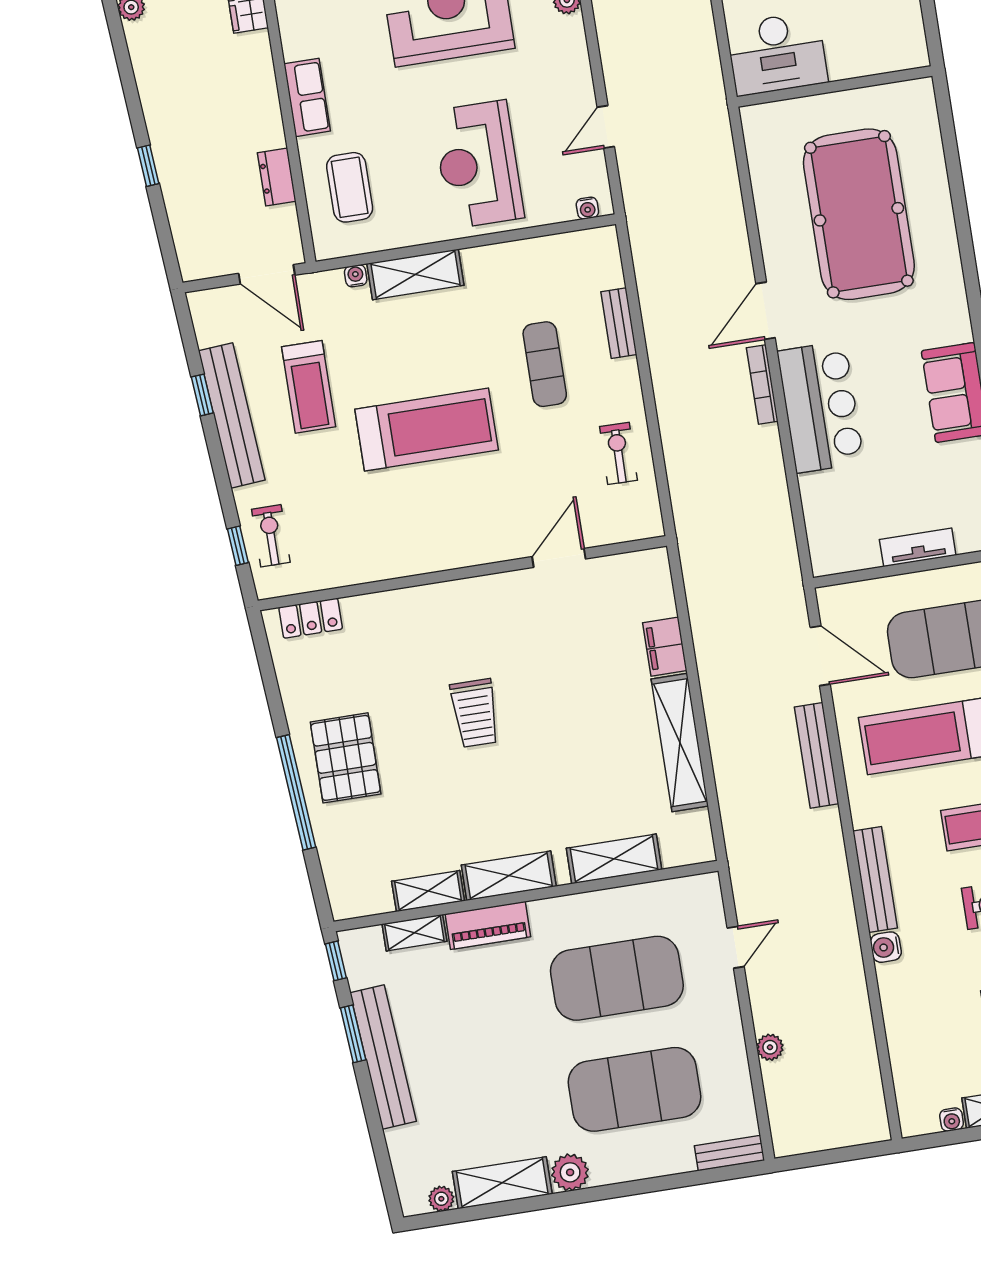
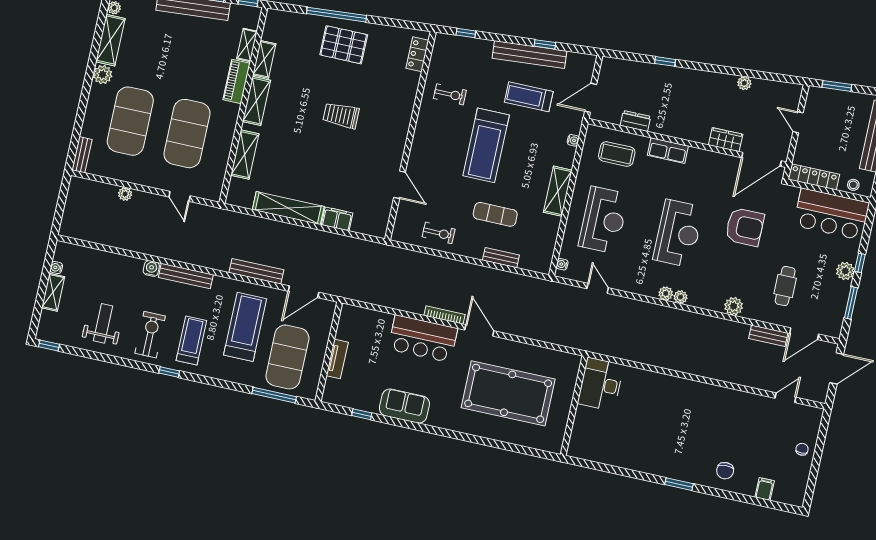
reception desk: (478, 164) -> (604, 220), turned 90
shelving: (415, 274) -> (558, 191), moved
exercise bike: (271, 536) -> (450, 94), moved

